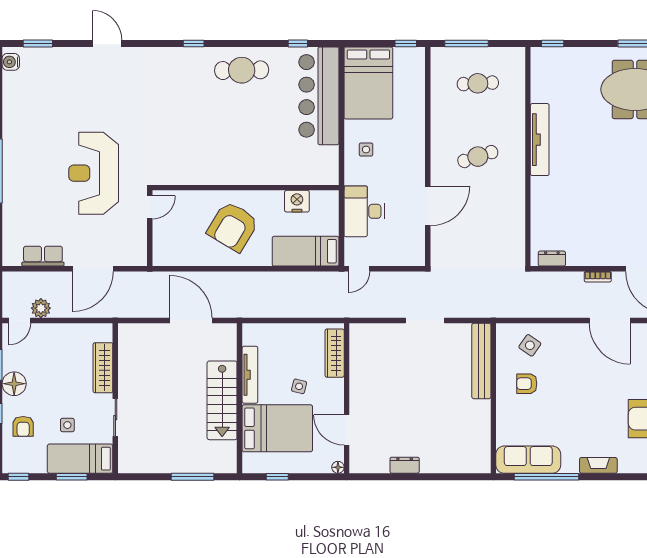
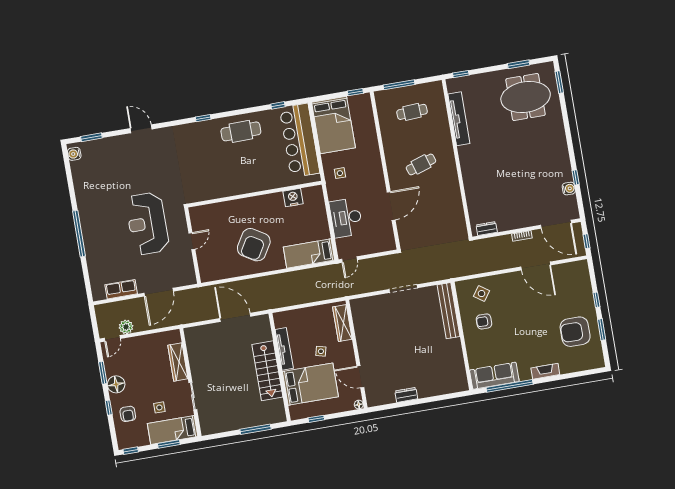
tv unit: (540, 140) -> (459, 119), moved
wall: (246, 188) -> (255, 194), moved
nightstand: (297, 201) -> (293, 198), moved

